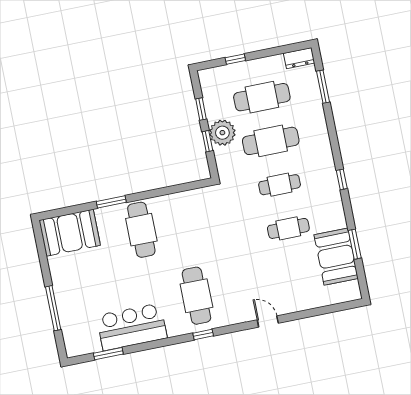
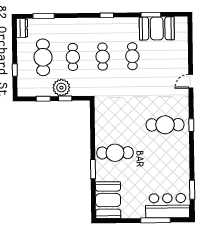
cafe table: (271, 141) -> (73, 57), width x0.73, depth x0.74
bar counter: (132, 327) -> (167, 206), moved, turned 90

